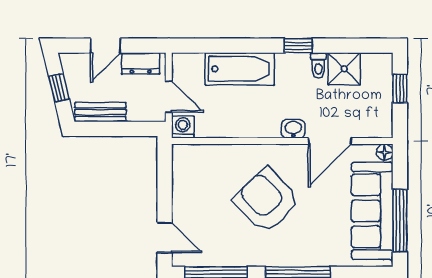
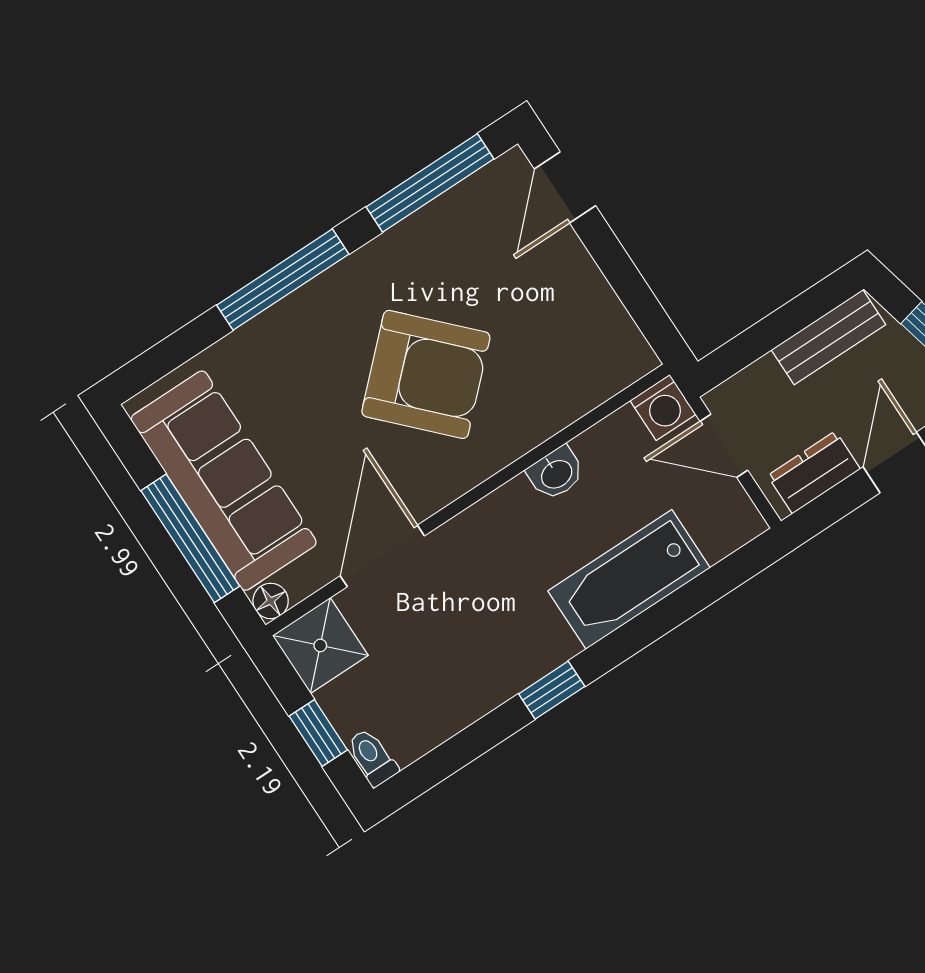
toilet: (318, 65) -> (372, 757), moved
shower: (344, 69) -> (320, 645), moved
washbasin: (293, 129) -> (556, 473), moved
window: (400, 221) -> (190, 538), moved
door: (165, 238) -> (565, 187), hinge flipped

